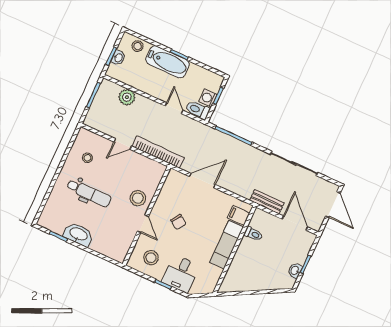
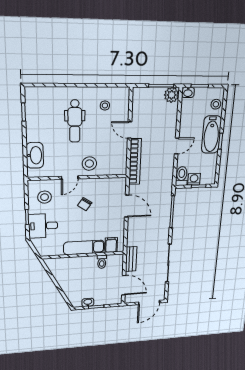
washbasin: (118, 58) -> (188, 92), moved
plant: (127, 97) -> (172, 95), moved
door: (174, 108) -> (177, 146), moved
door: (295, 223) -> (124, 285), hinge flipped
washbasin: (78, 234) -> (35, 155), moved

